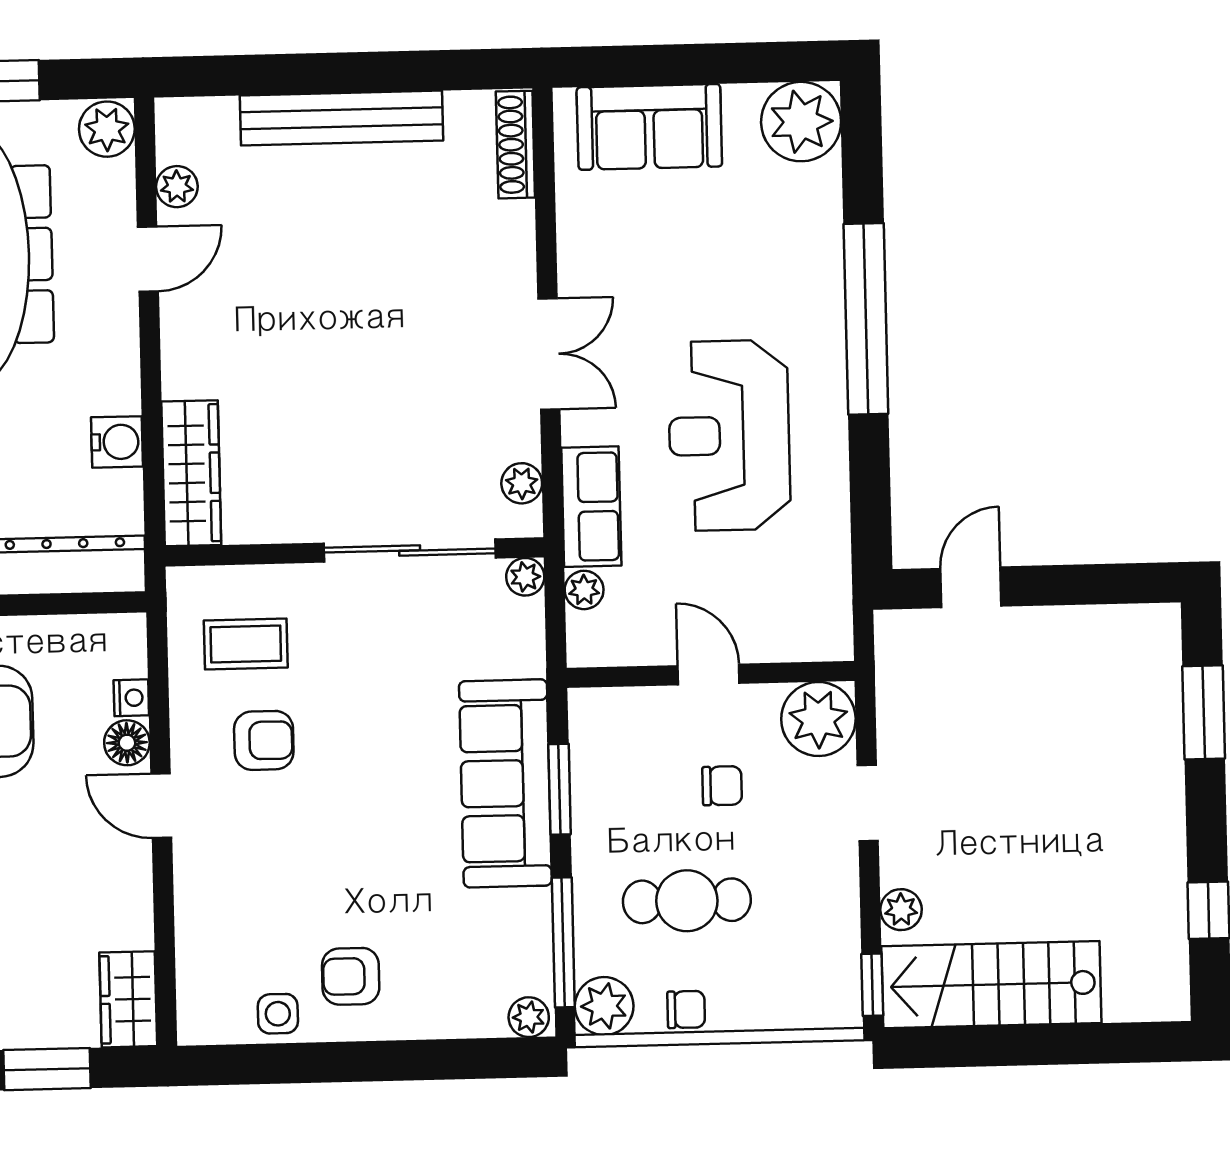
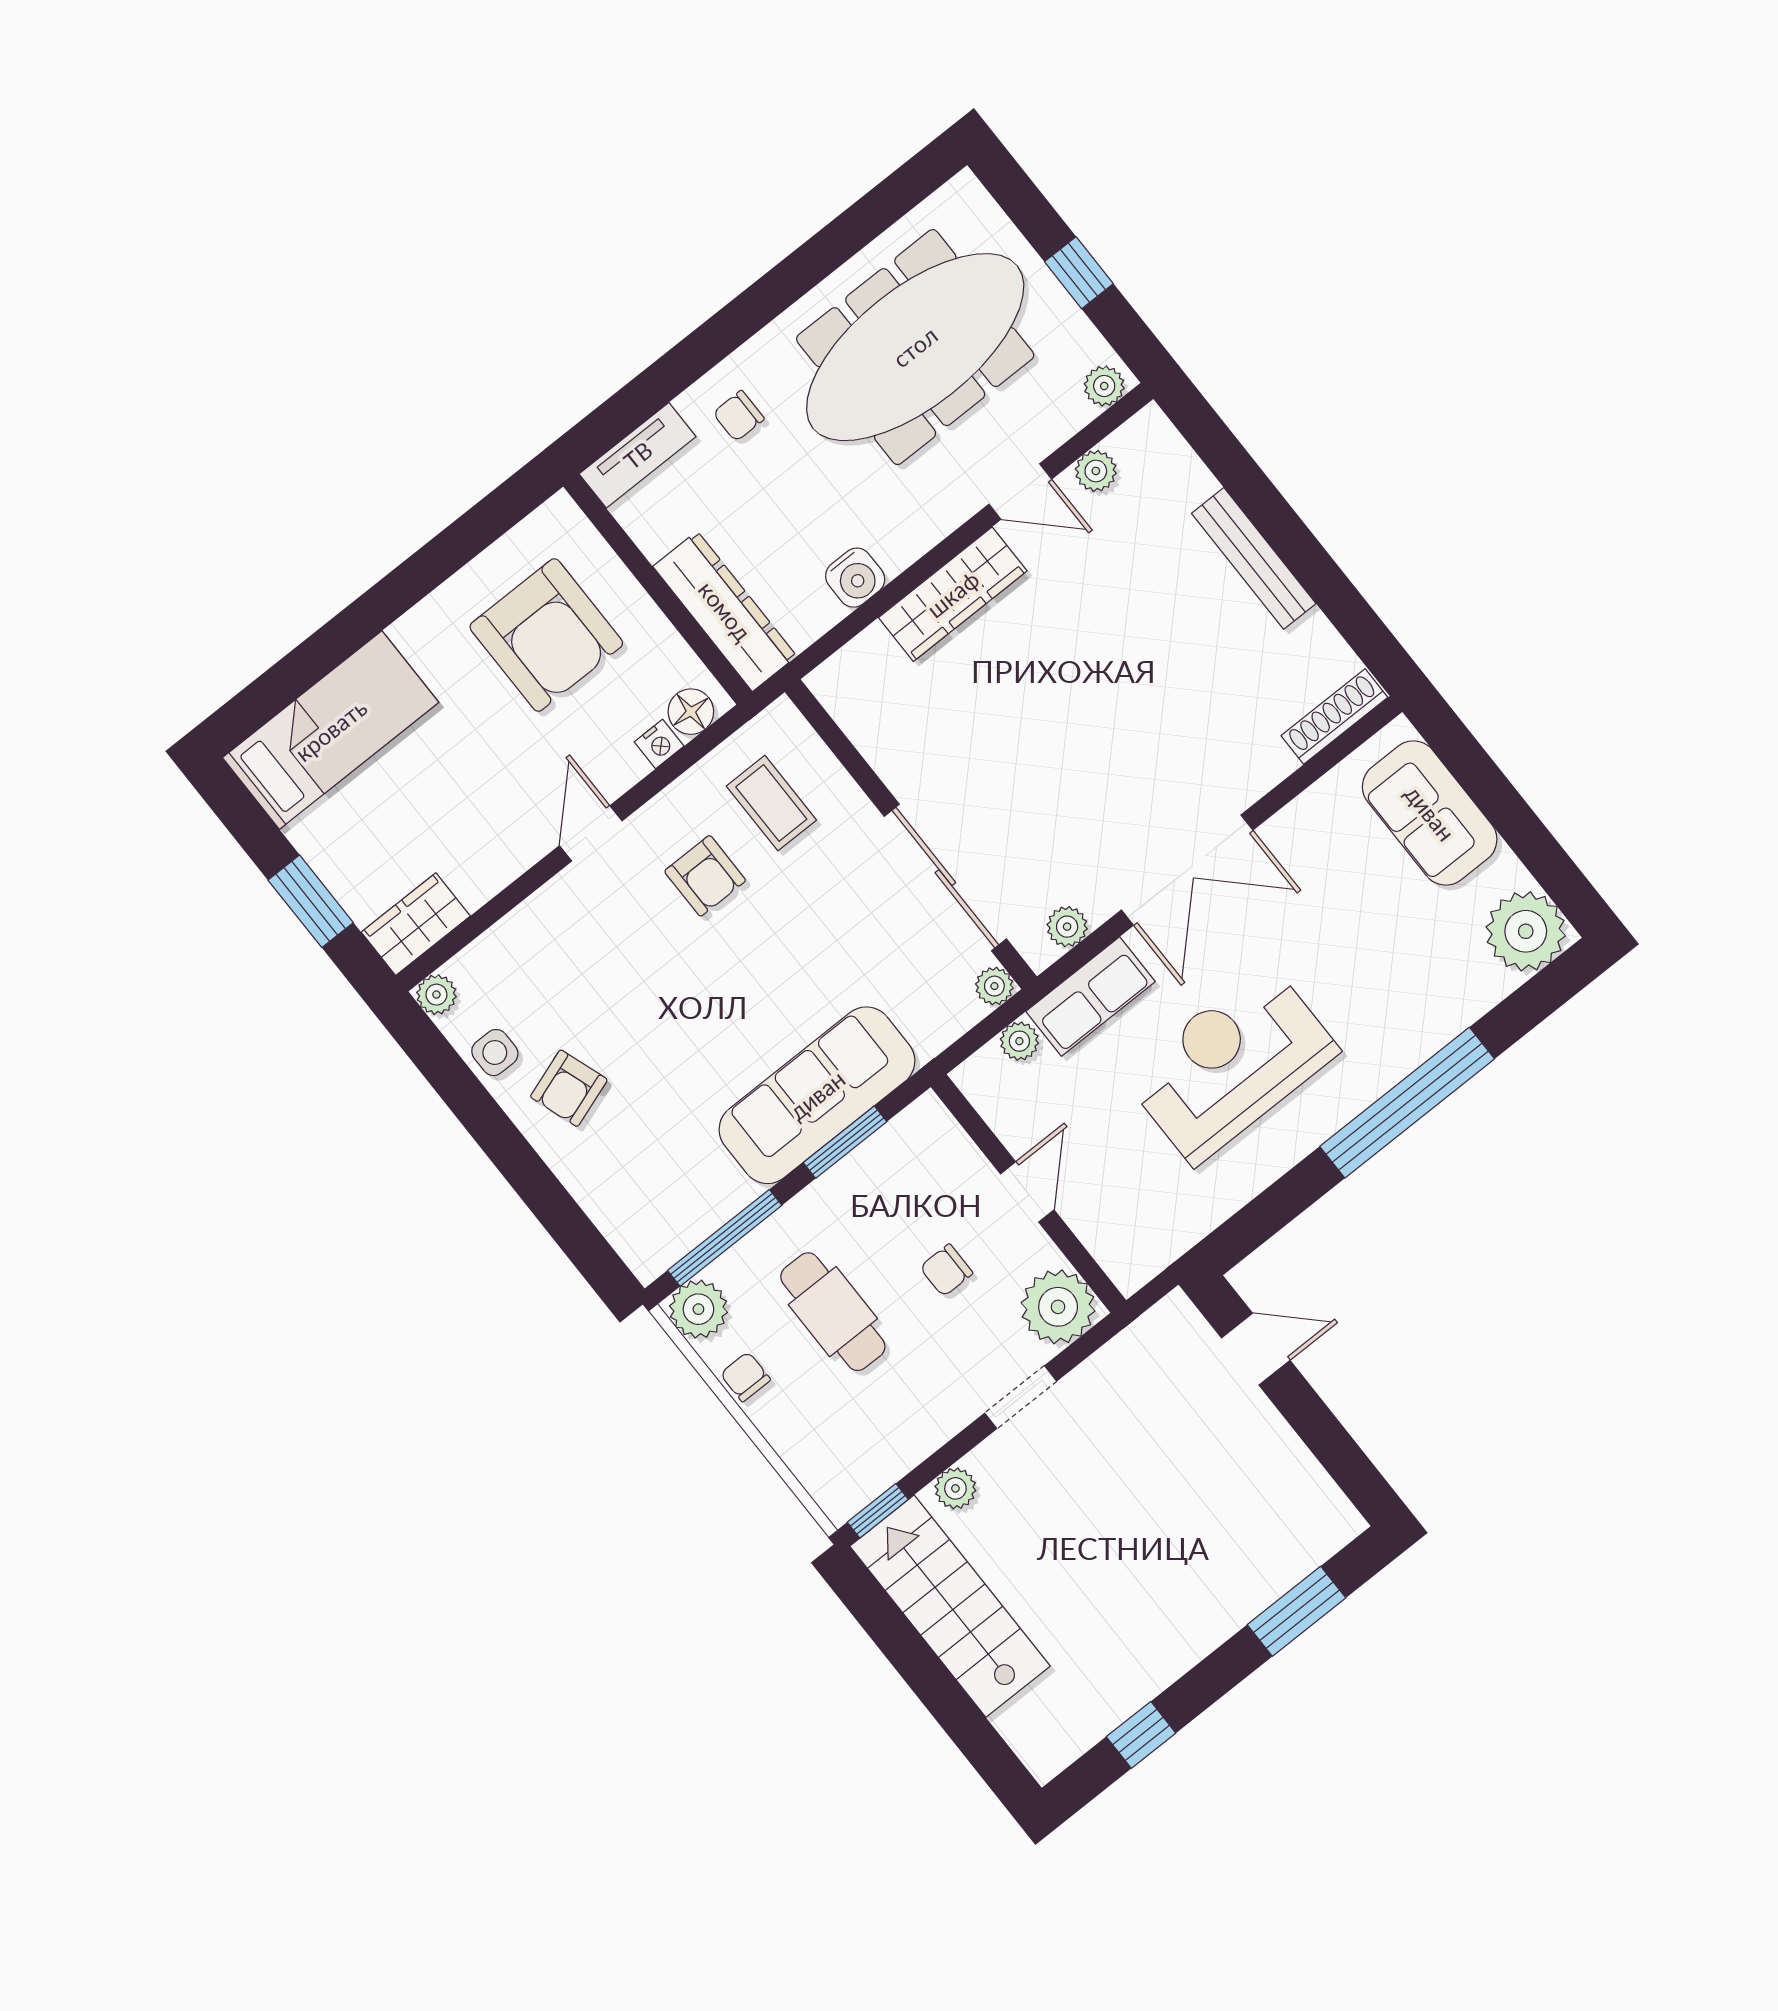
bench: (341, 118) -> (1254, 558), width x0.73, depth x0.82
plant: (107, 129) -> (1104, 386), width x0.73, depth x0.73
double door: (549, 354) -> (1187, 870), width x1.37
wardrobe: (191, 473) -> (953, 594), moved
floor lamp: (127, 743) -> (691, 712), moved
chair: (722, 786) -> (946, 1270), turned 90
armchair: (351, 976) -> (569, 1088), turned -109
chair: (686, 1009) -> (745, 1377), turned 180
plant: (529, 1017) -> (436, 995), moved

